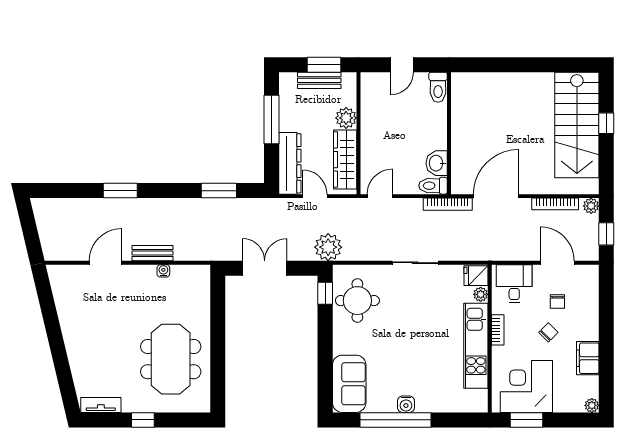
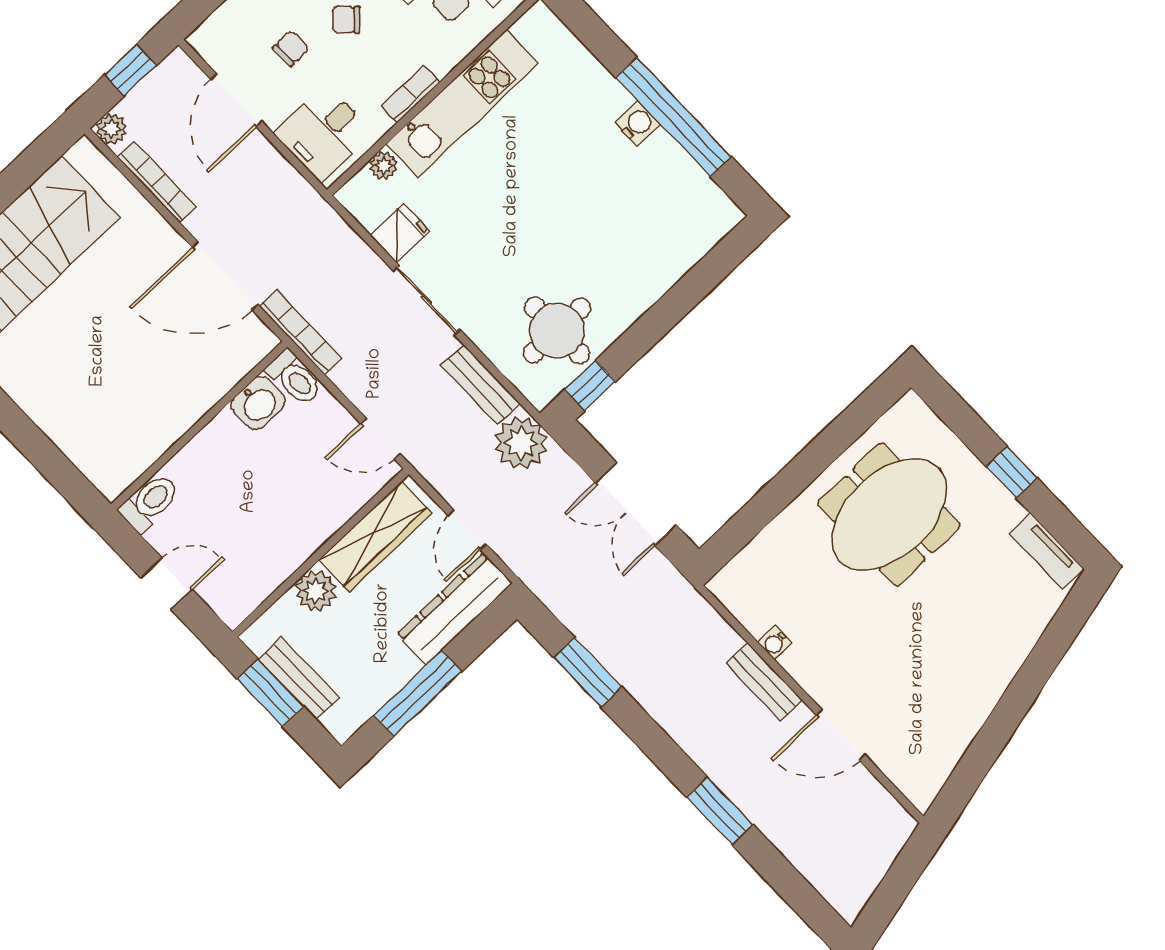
bench: (364, 253) -> (481, 384), added
fridge: (476, 276) -> (400, 233), moved, turned -90
sofa: (349, 384) -> (685, 231), removed

